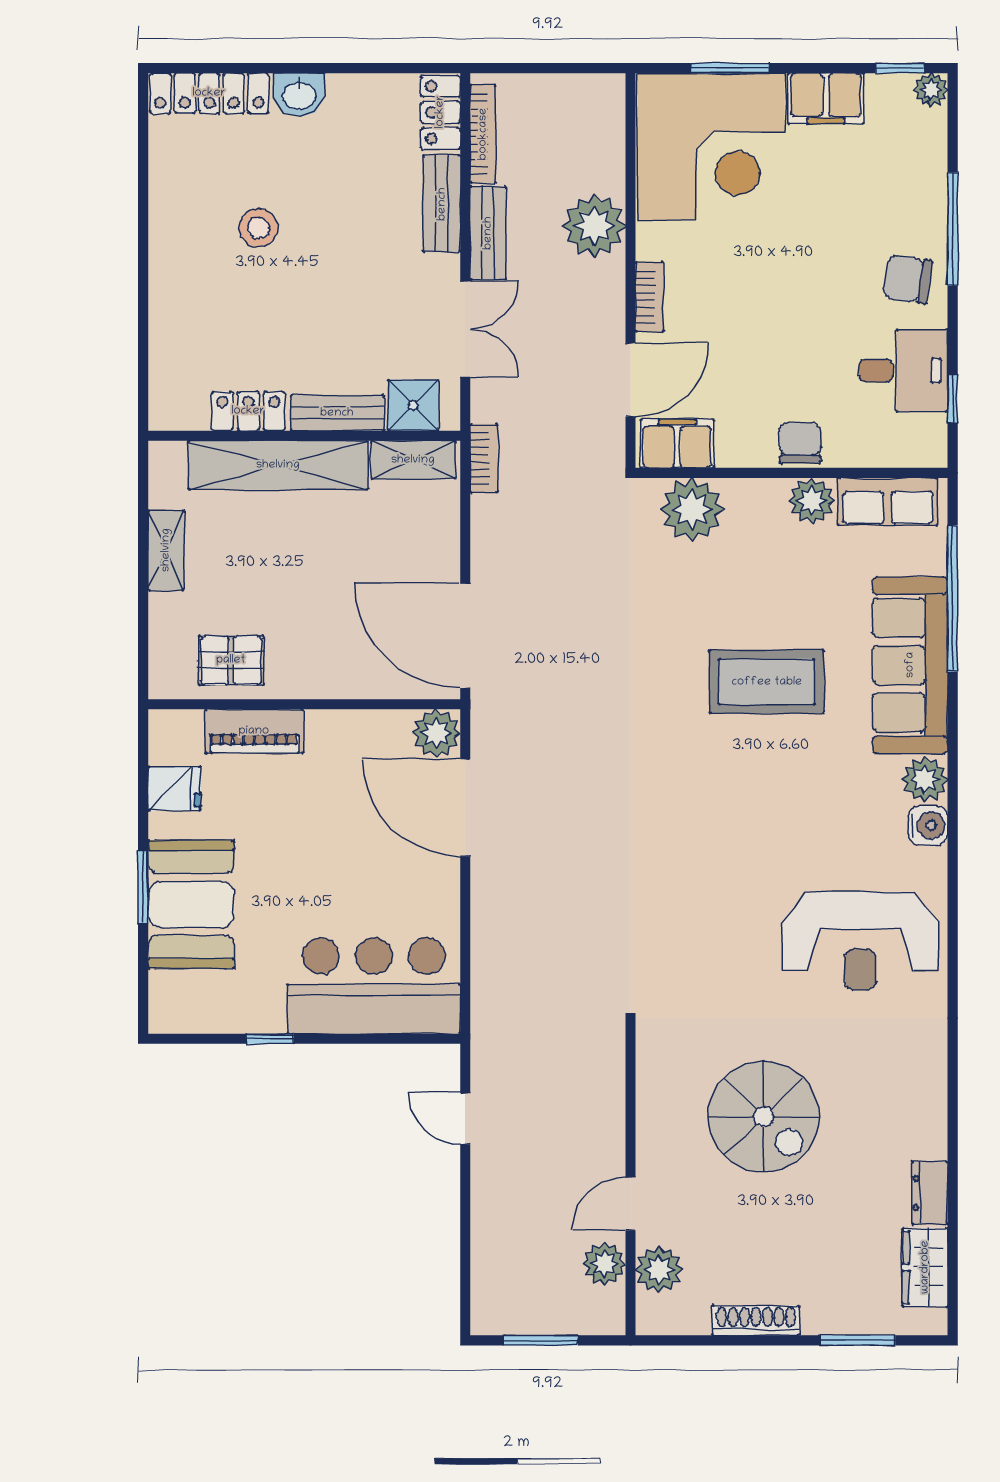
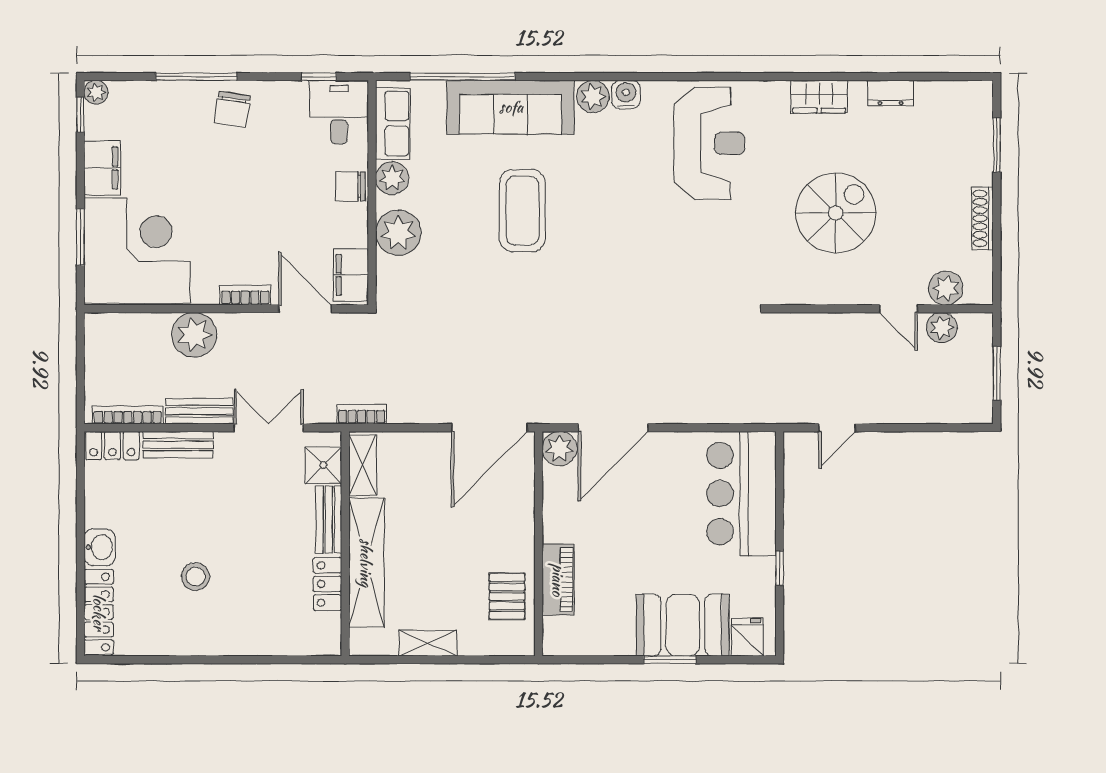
desk: (903, 371) -> (339, 112), moved
plant: (692, 509) -> (398, 233), moved
fridge: (174, 788) -> (747, 637), moved
wardrobe: (925, 1267) -> (819, 97), moved

